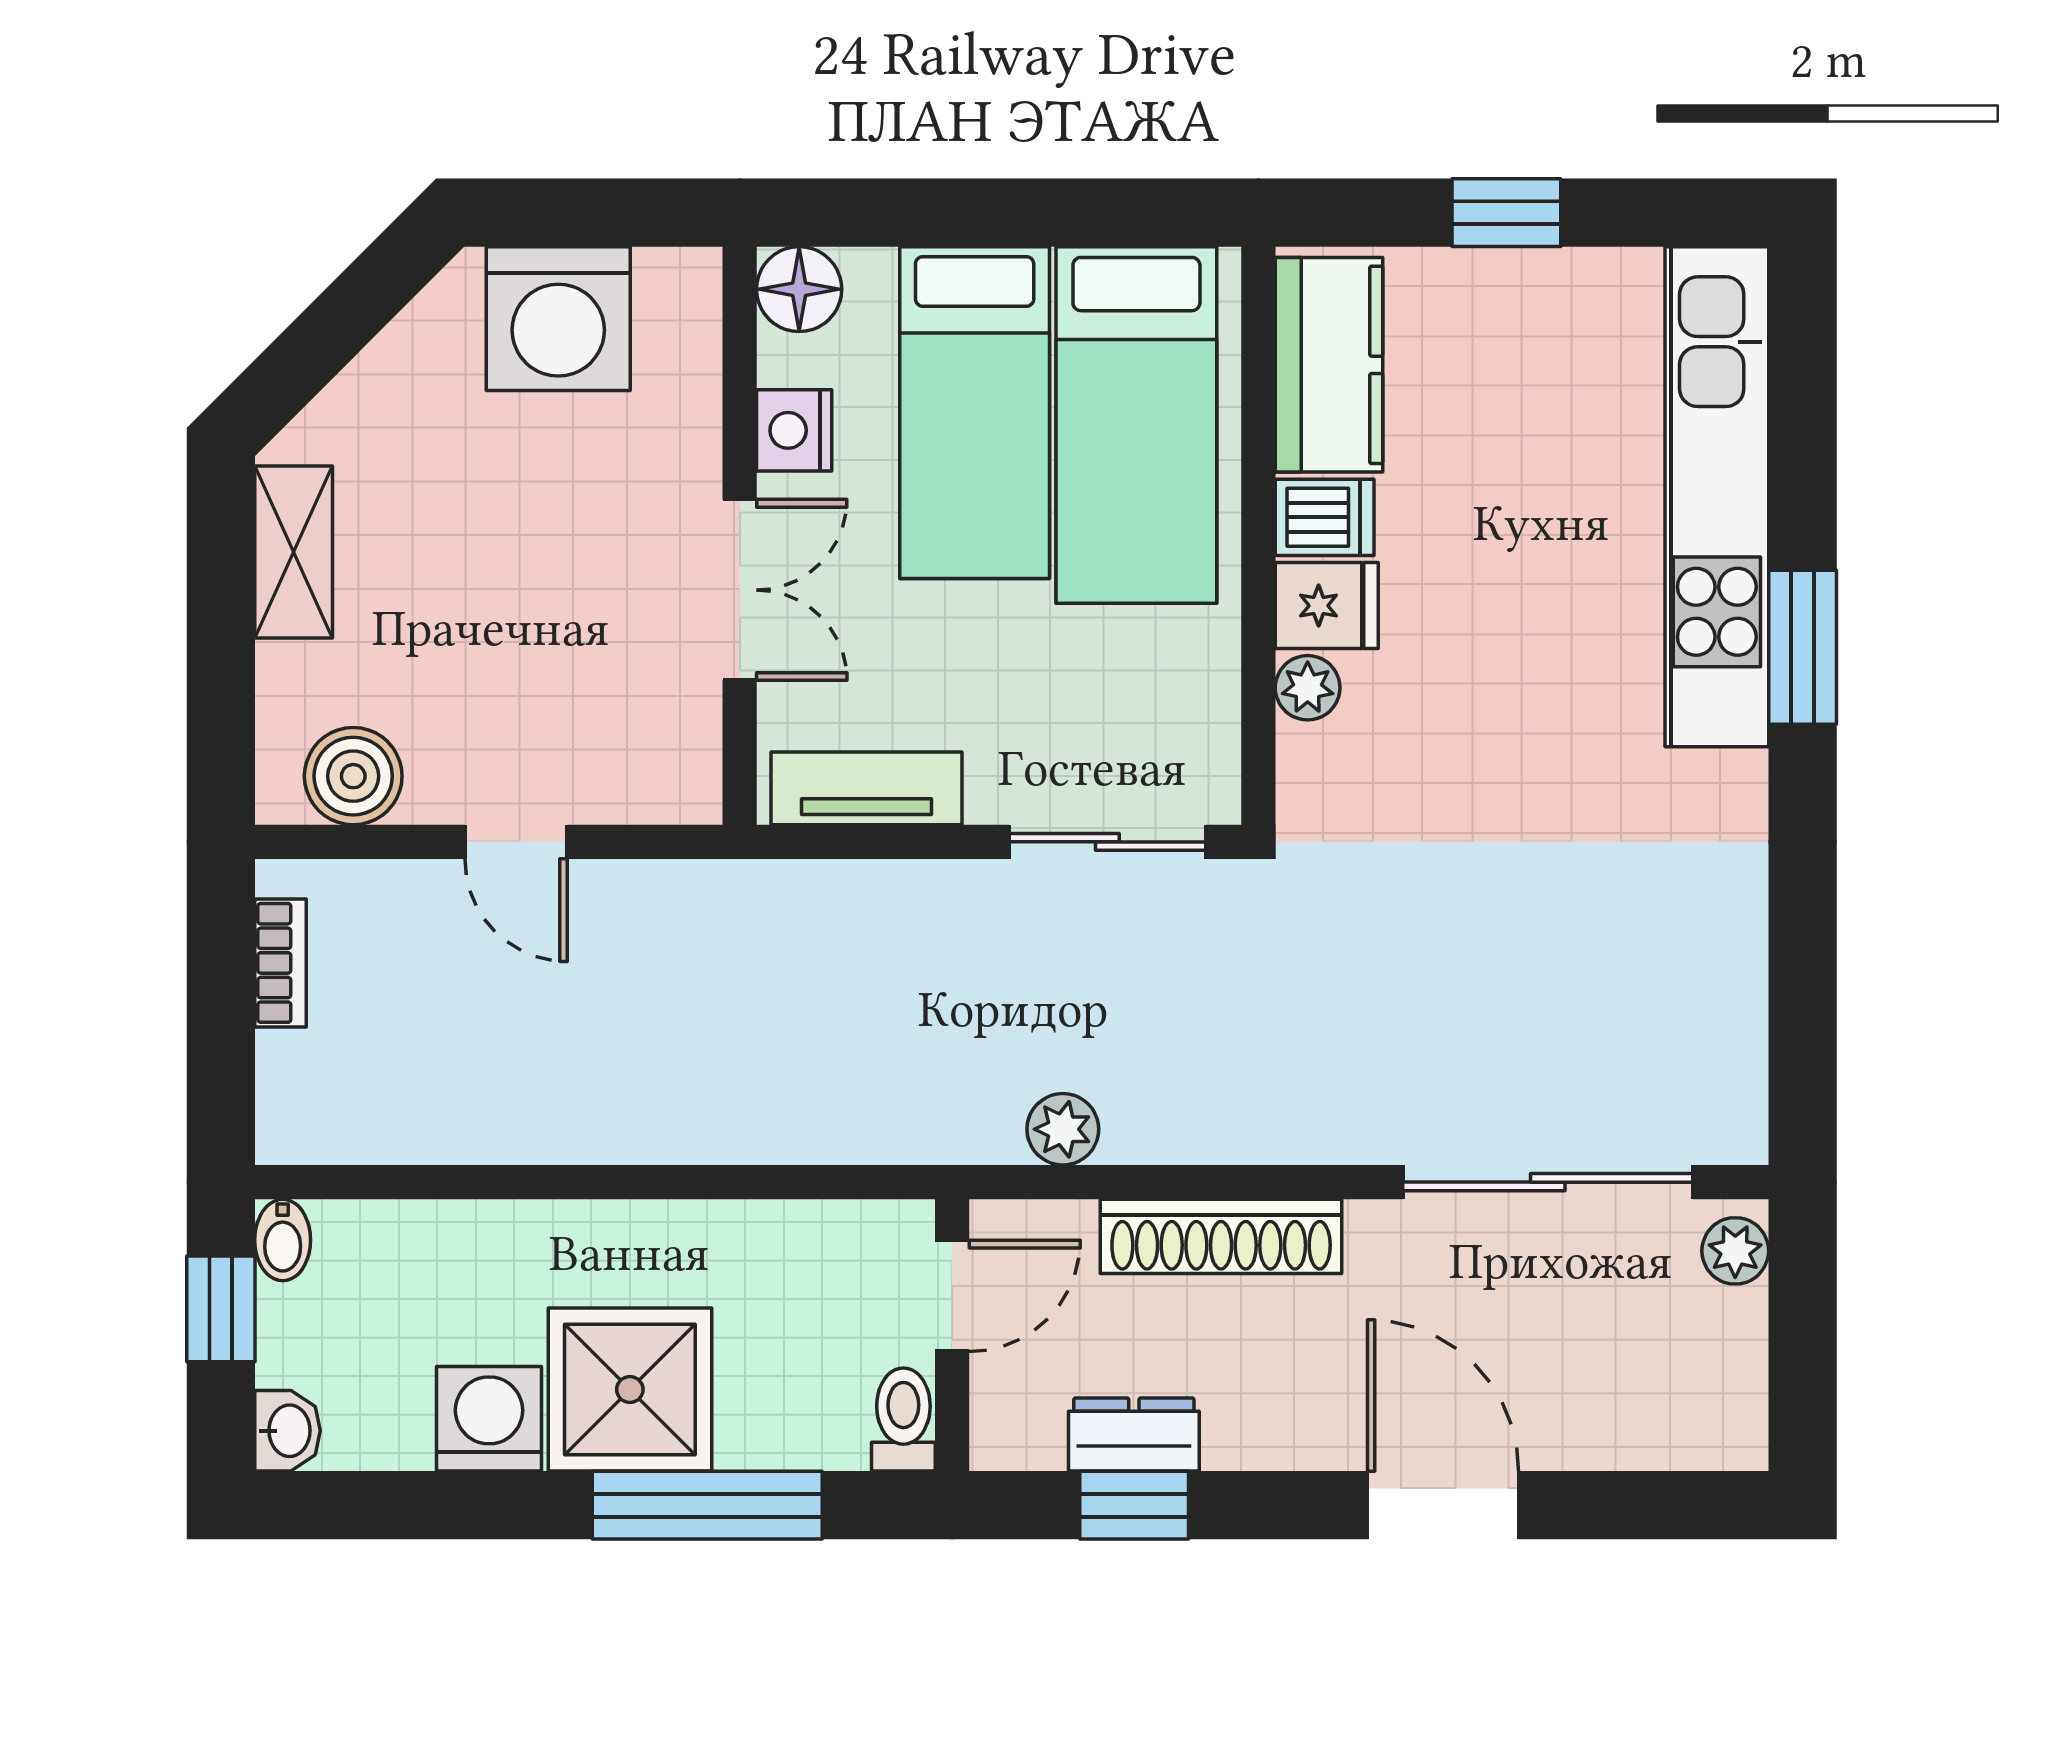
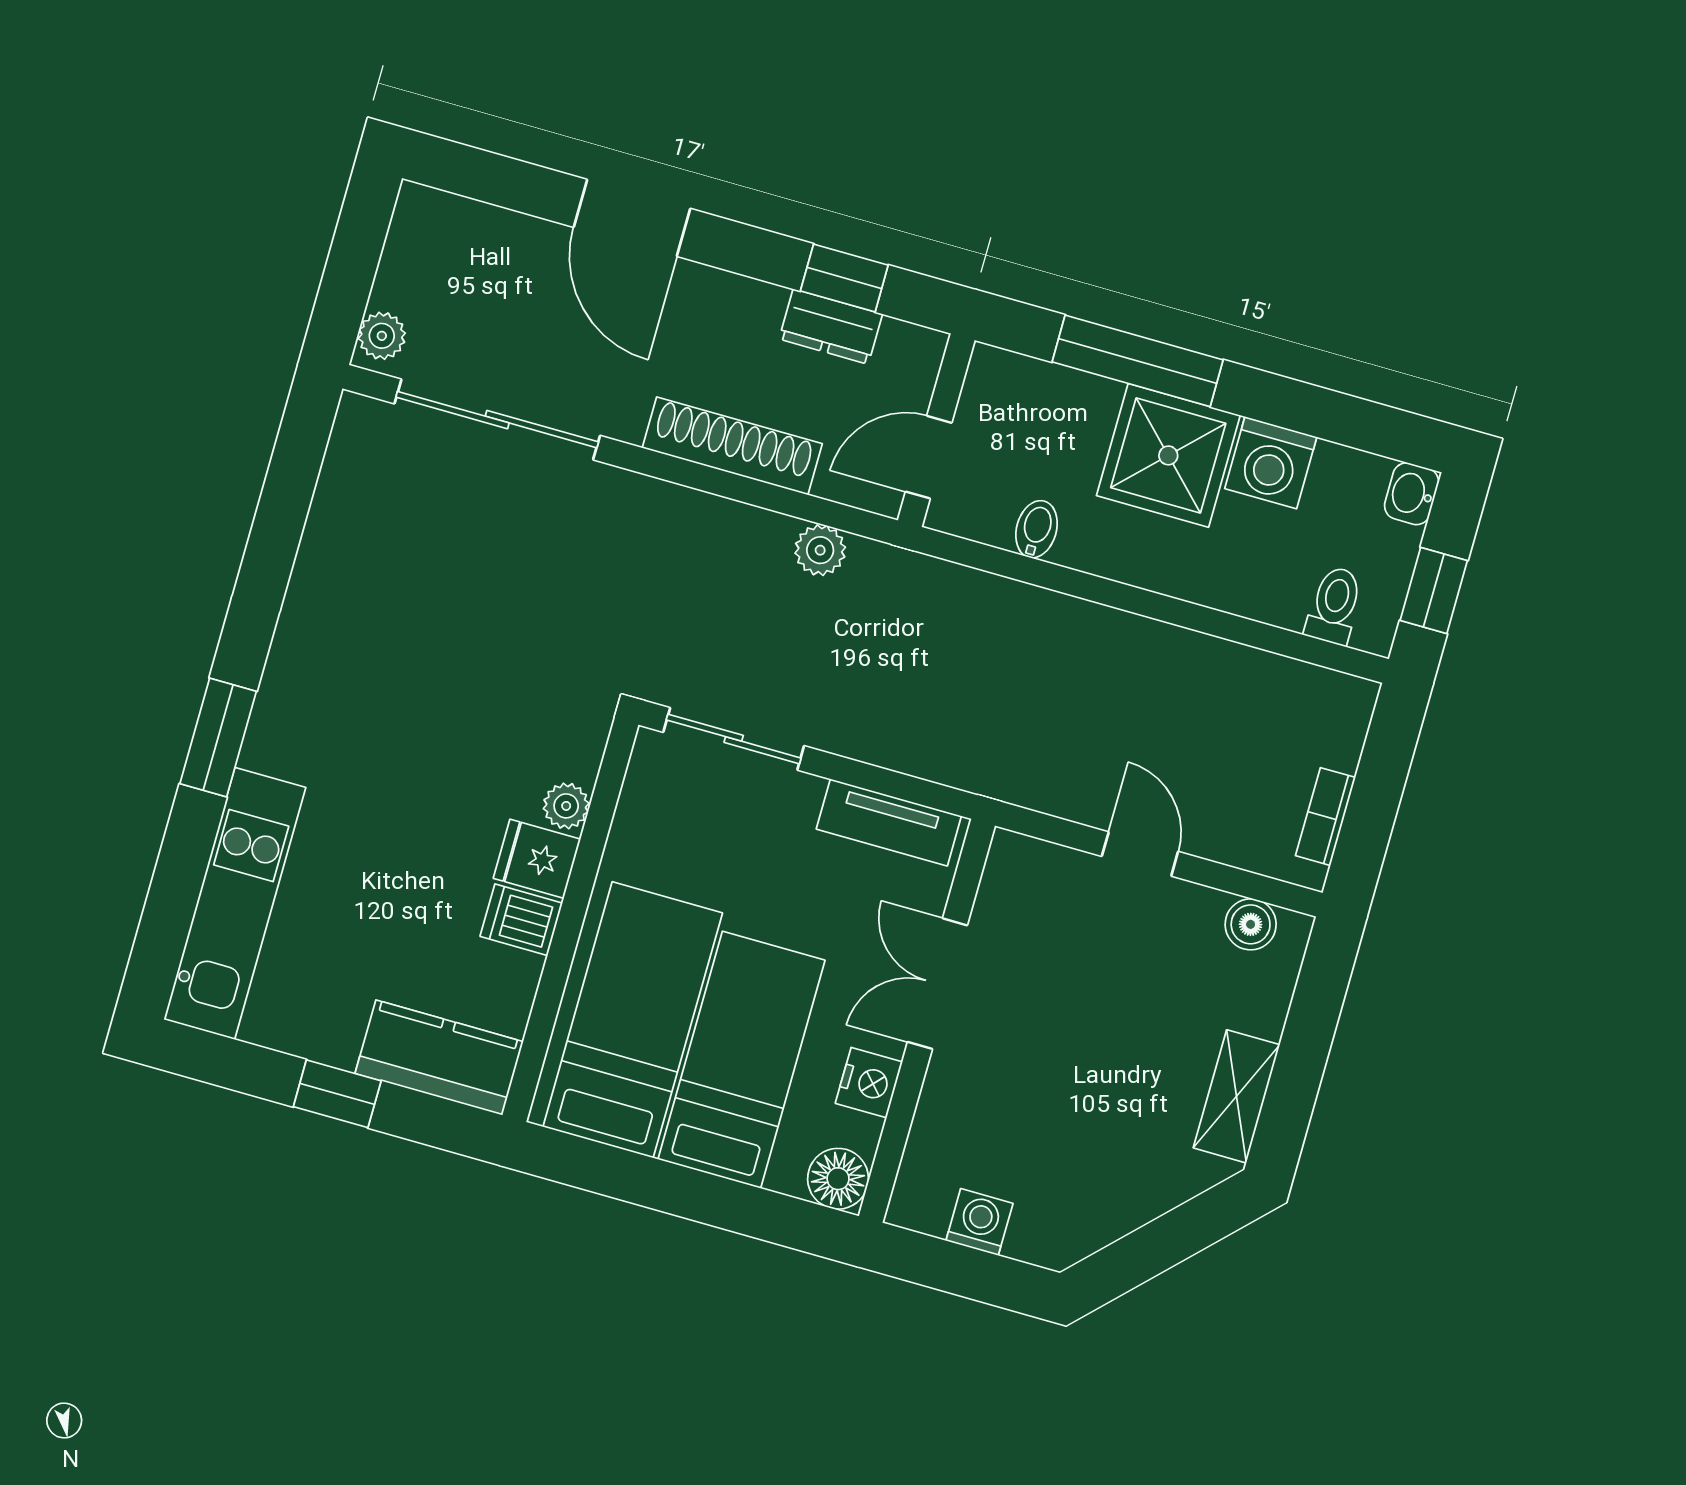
washing machine: (558, 319) -> (979, 1222), width x0.53, depth x0.53
kitchen counter: (1329, 365) -> (439, 1058), moved, turned 90
kitchen unit: (1717, 497) -> (235, 903), width x0.73
boiler: (353, 776) -> (1251, 924), width x0.73, depth x0.73
bidet: (283, 1240) -> (1037, 529), moved
toilet: (903, 1420) -> (1334, 605), moved, turned 180

